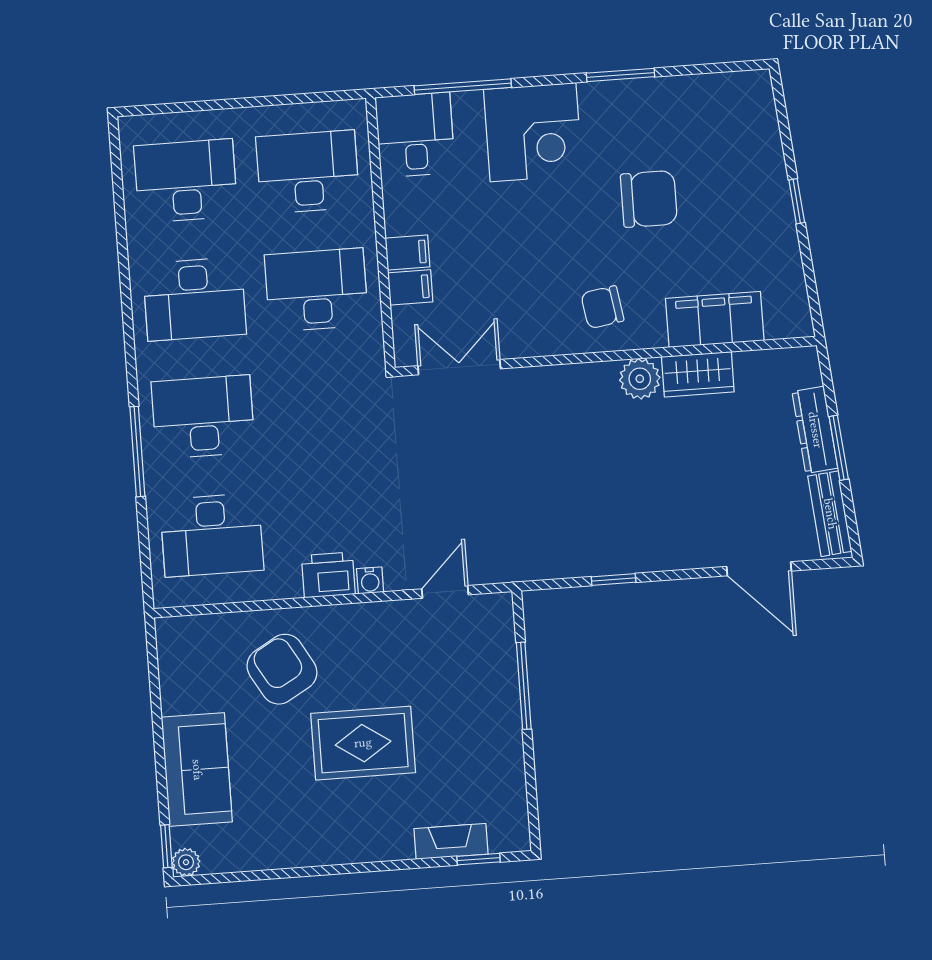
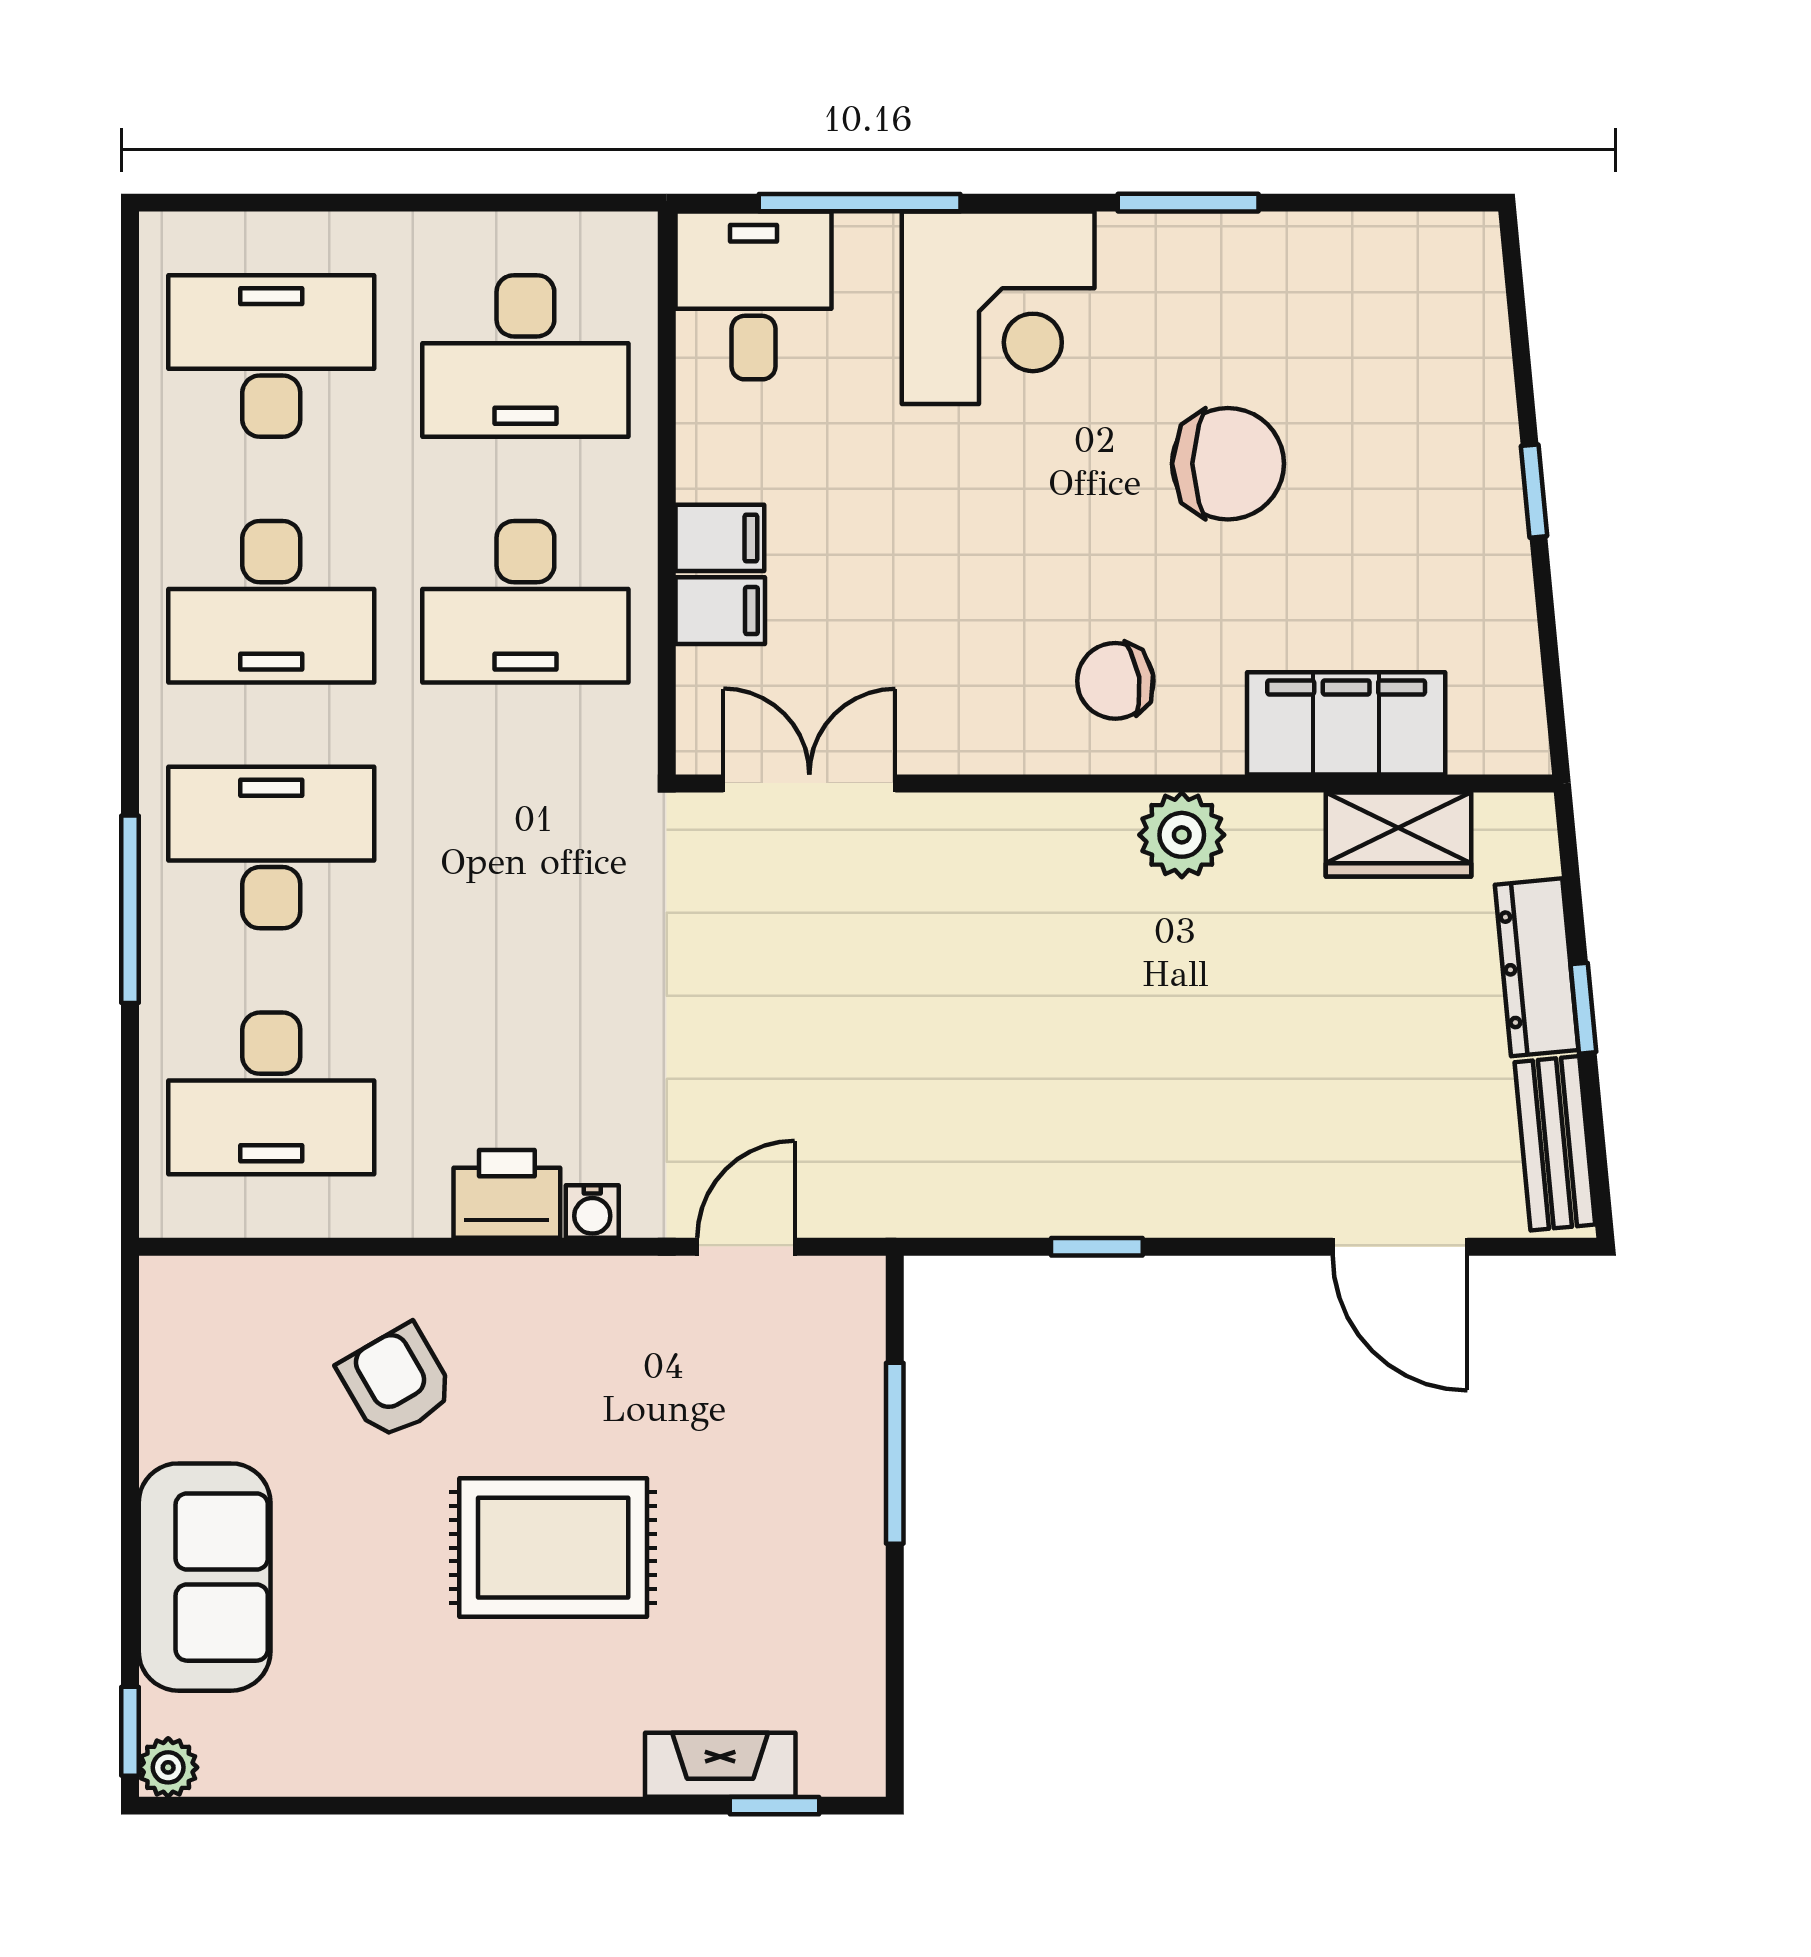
desk: (308, 172) -> (525, 356), turned 180
desk: (316, 290) -> (525, 602), turned 180
wardrobe: (698, 374) -> (1399, 834), moved
window: (839, 448) -> (1583, 1008), width x0.67
armchair: (282, 669) -> (396, 1382), width x0.72, depth x0.72

